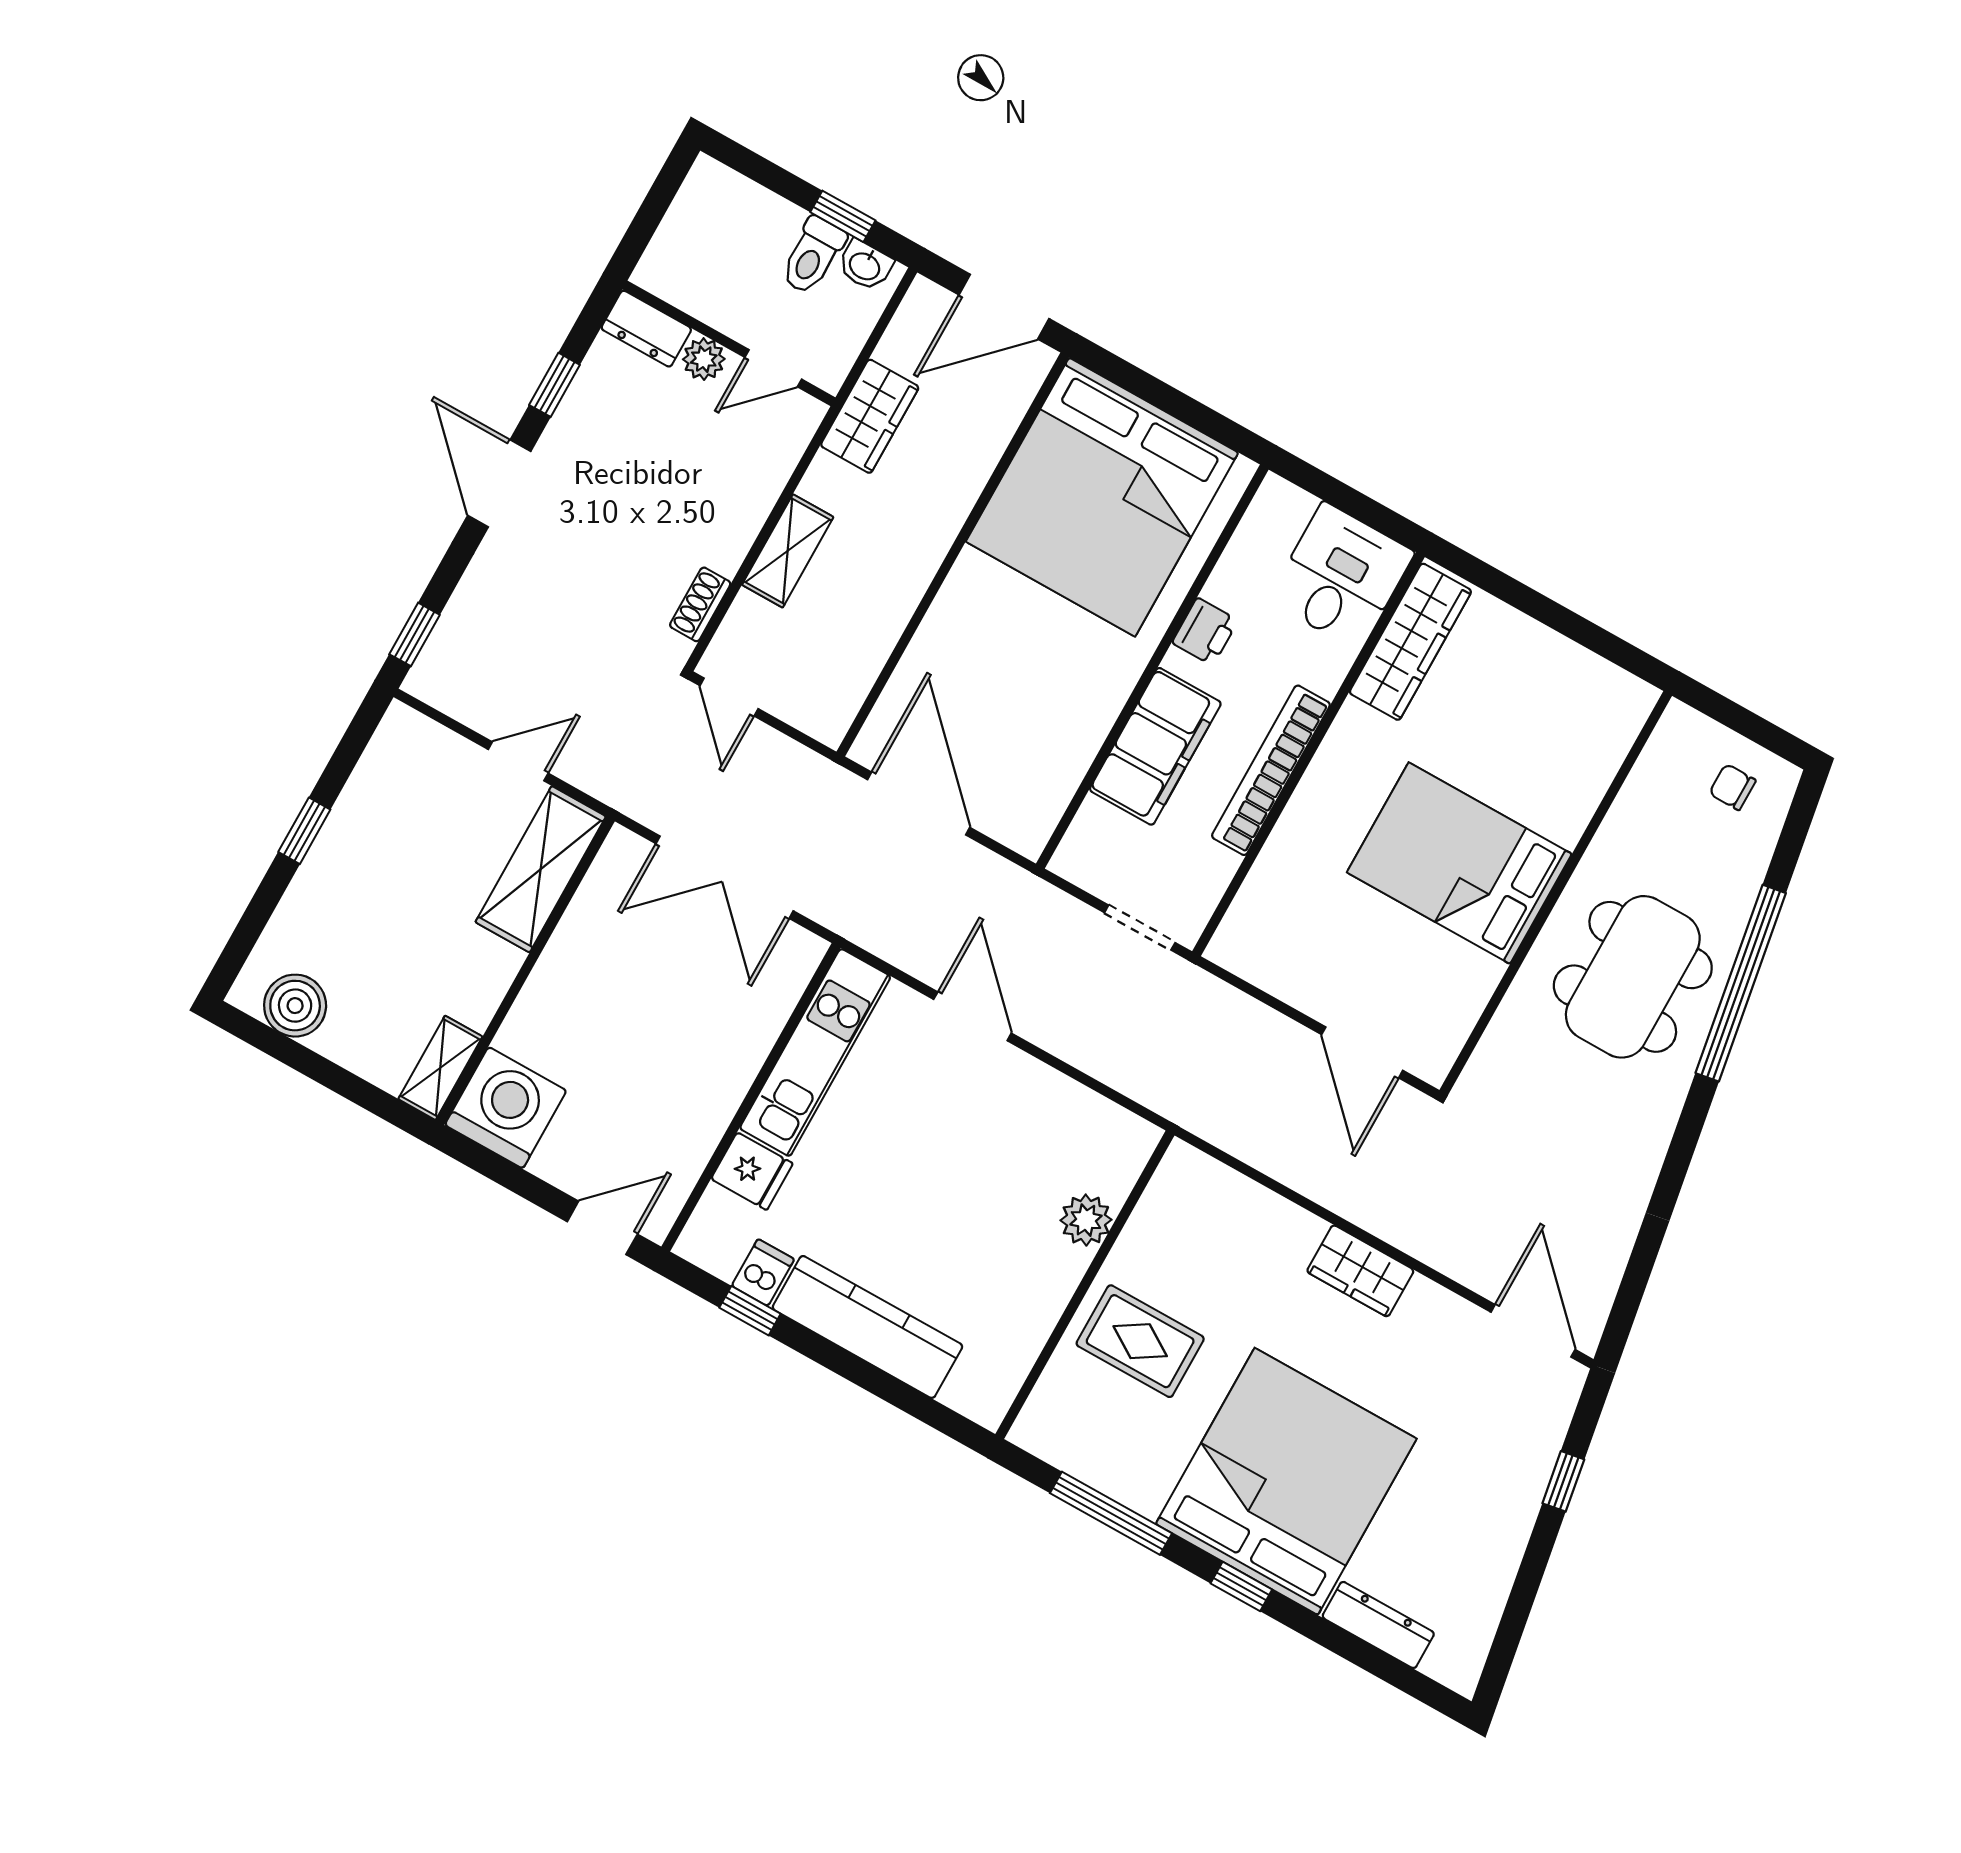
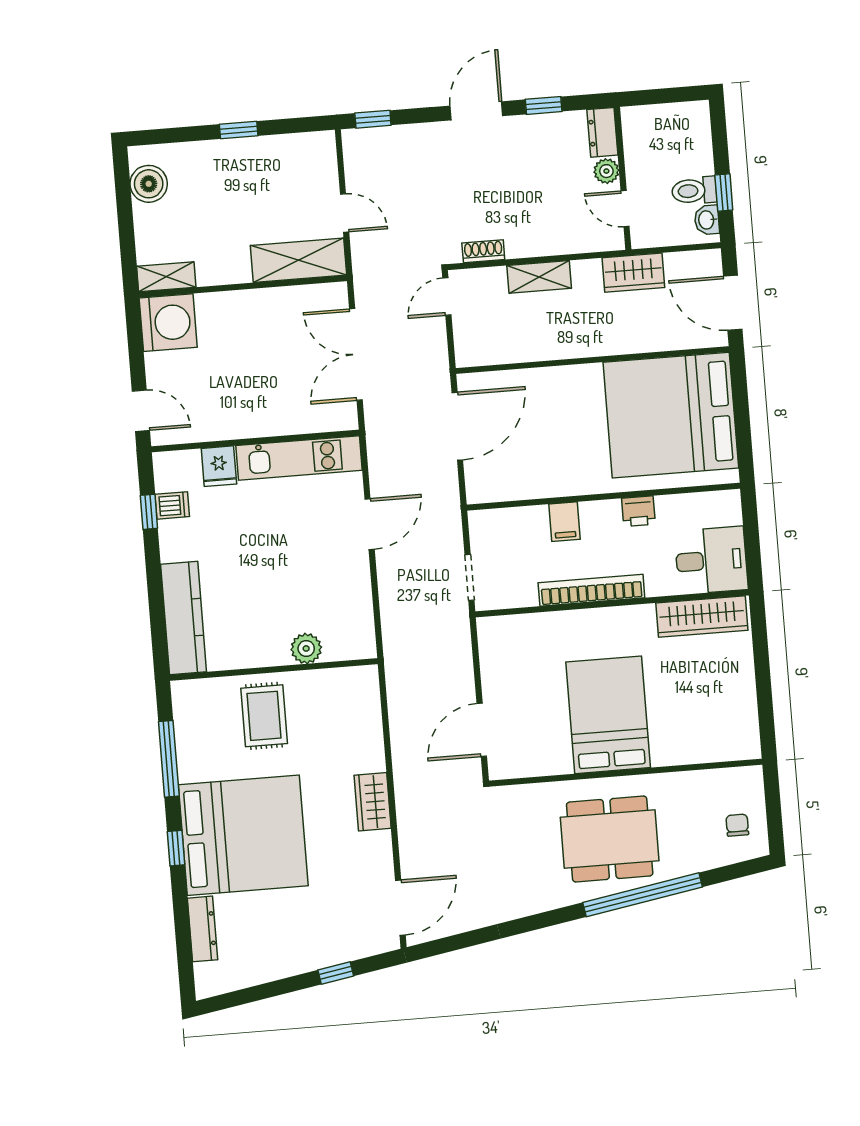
filing cabinet: (1155, 746) -> (565, 522), width x0.33, depth x0.86
kitchen counter: (867, 1327) -> (184, 618), moved

